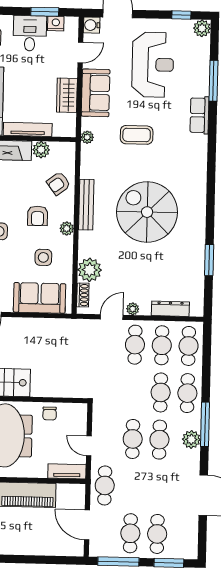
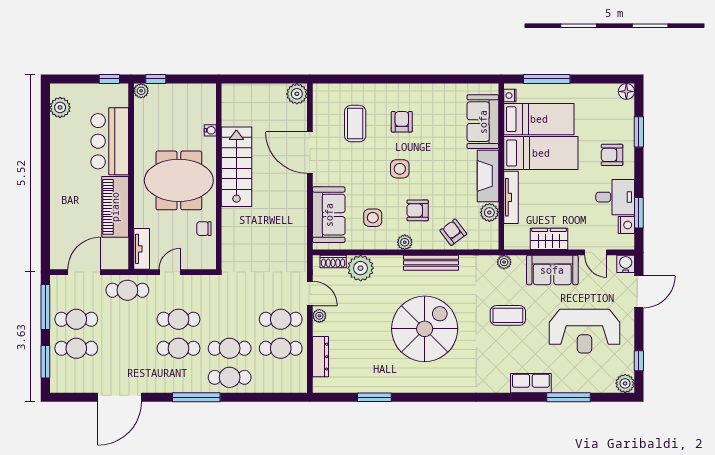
coffee table: (137, 135) -> (508, 315), turned 90
cafe table: (189, 346) -> (281, 377), removed
plant: (191, 439) -> (180, 383), removed

